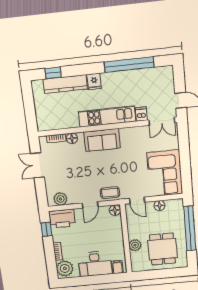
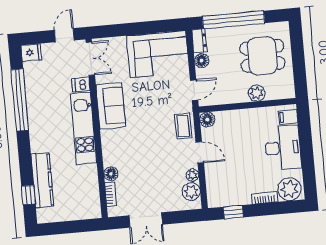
fridge: (94, 81) -> (31, 53), moved
sofa: (102, 140) -> (111, 106), moved
plant: (73, 200) -> (192, 175), added
dresser: (174, 204) -> (199, 41), added
printer: (62, 219) -> (218, 190), removed

